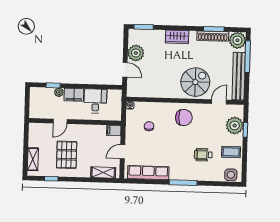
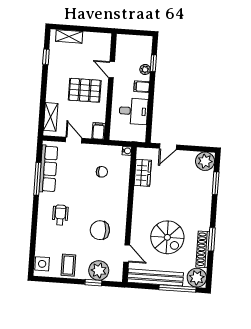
window: (144, 27) -> (216, 183), moved
window: (214, 29) -> (212, 239), moved
wardrobe: (177, 37) -> (143, 173), moved, turned 180
plant: (136, 53) -> (205, 161), moved
spiral stairs: (195, 82) -> (167, 237), moved
filing cabinet: (74, 95) -> (142, 87), width x0.50
chair: (184, 118) -> (100, 230), moved, turned 90
pallet: (67, 155) -> (85, 90), moved
wheelchair: (203, 155) -> (60, 215), moved
window: (183, 183) -> (37, 179), moved

